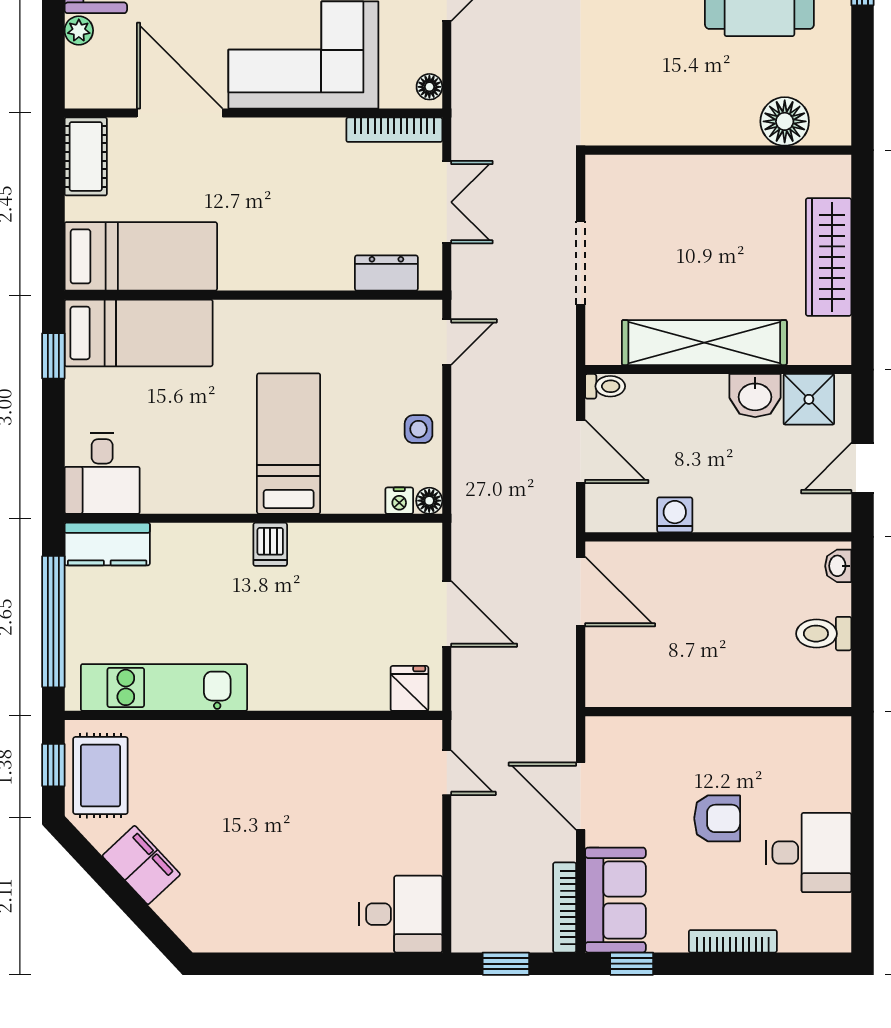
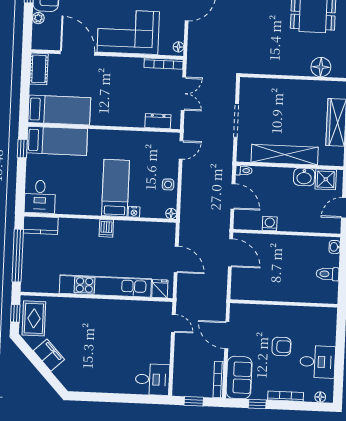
nightstand: (399, 501) -> (134, 212), moved
kitchen unit: (164, 687) -> (105, 286), moved, width x1.36
floor lamp: (819, 940) -> (320, 397), added
window: (632, 964) -> (257, 404), moved

